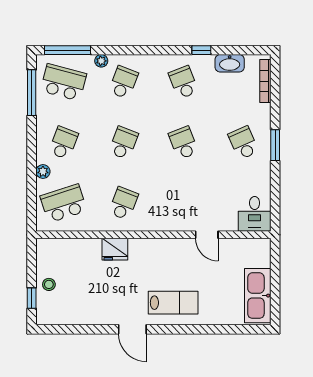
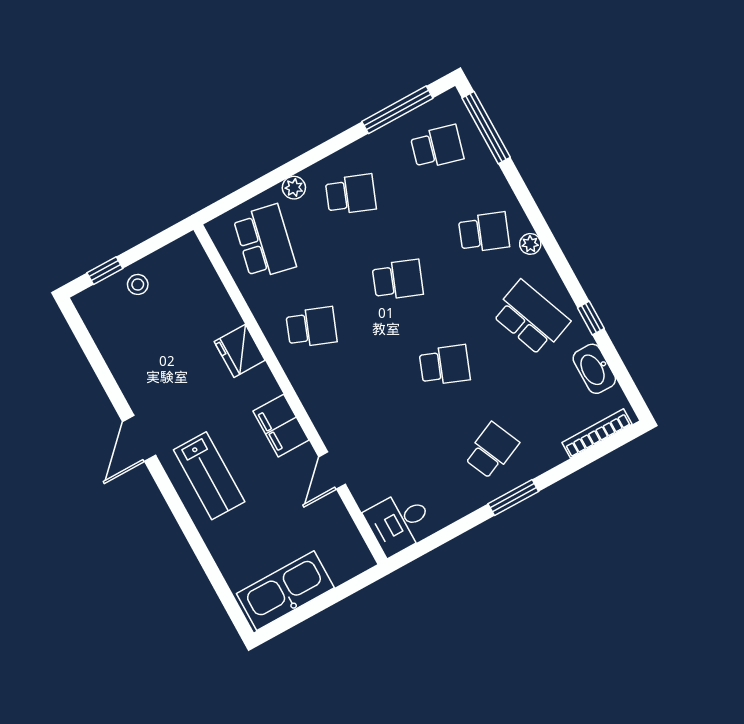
plant: (101, 61) -> (530, 244), moved
school desk: (63, 82) -> (437, 147), width x0.54
school desk: (183, 82) -> (531, 318), width x1.85
school desk: (183, 143) -> (445, 365), turned 42
school desk: (63, 203) -> (265, 242), turned 30
filing cabinet: (167, 249) -> (281, 426), added

